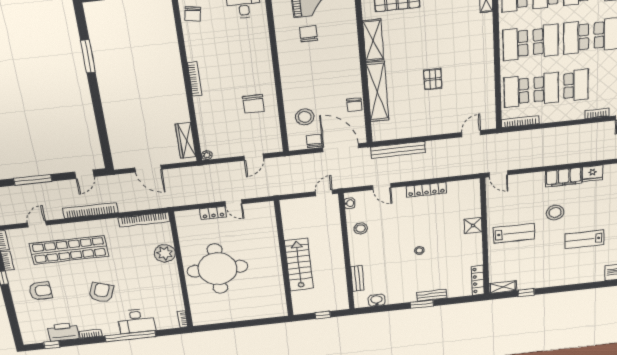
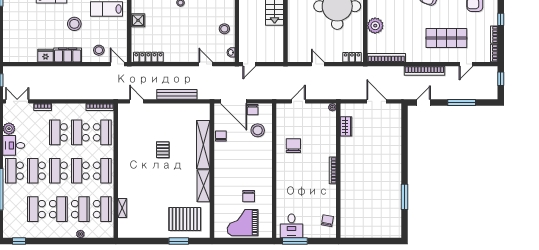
school desk: (576, 38) -> (58, 171), turned 180
door: (471, 134) -> (137, 101), swing flipped
wardrobe: (186, 140) -> (346, 126), width x0.67
bench: (398, 150) -> (177, 94), moved
stool: (523, 187) -> (99, 50), added
locker: (426, 190) -> (148, 57), moved
locker: (213, 213) -> (352, 57), moved
shop shelf: (69, 250) -> (446, 38), width x0.71

